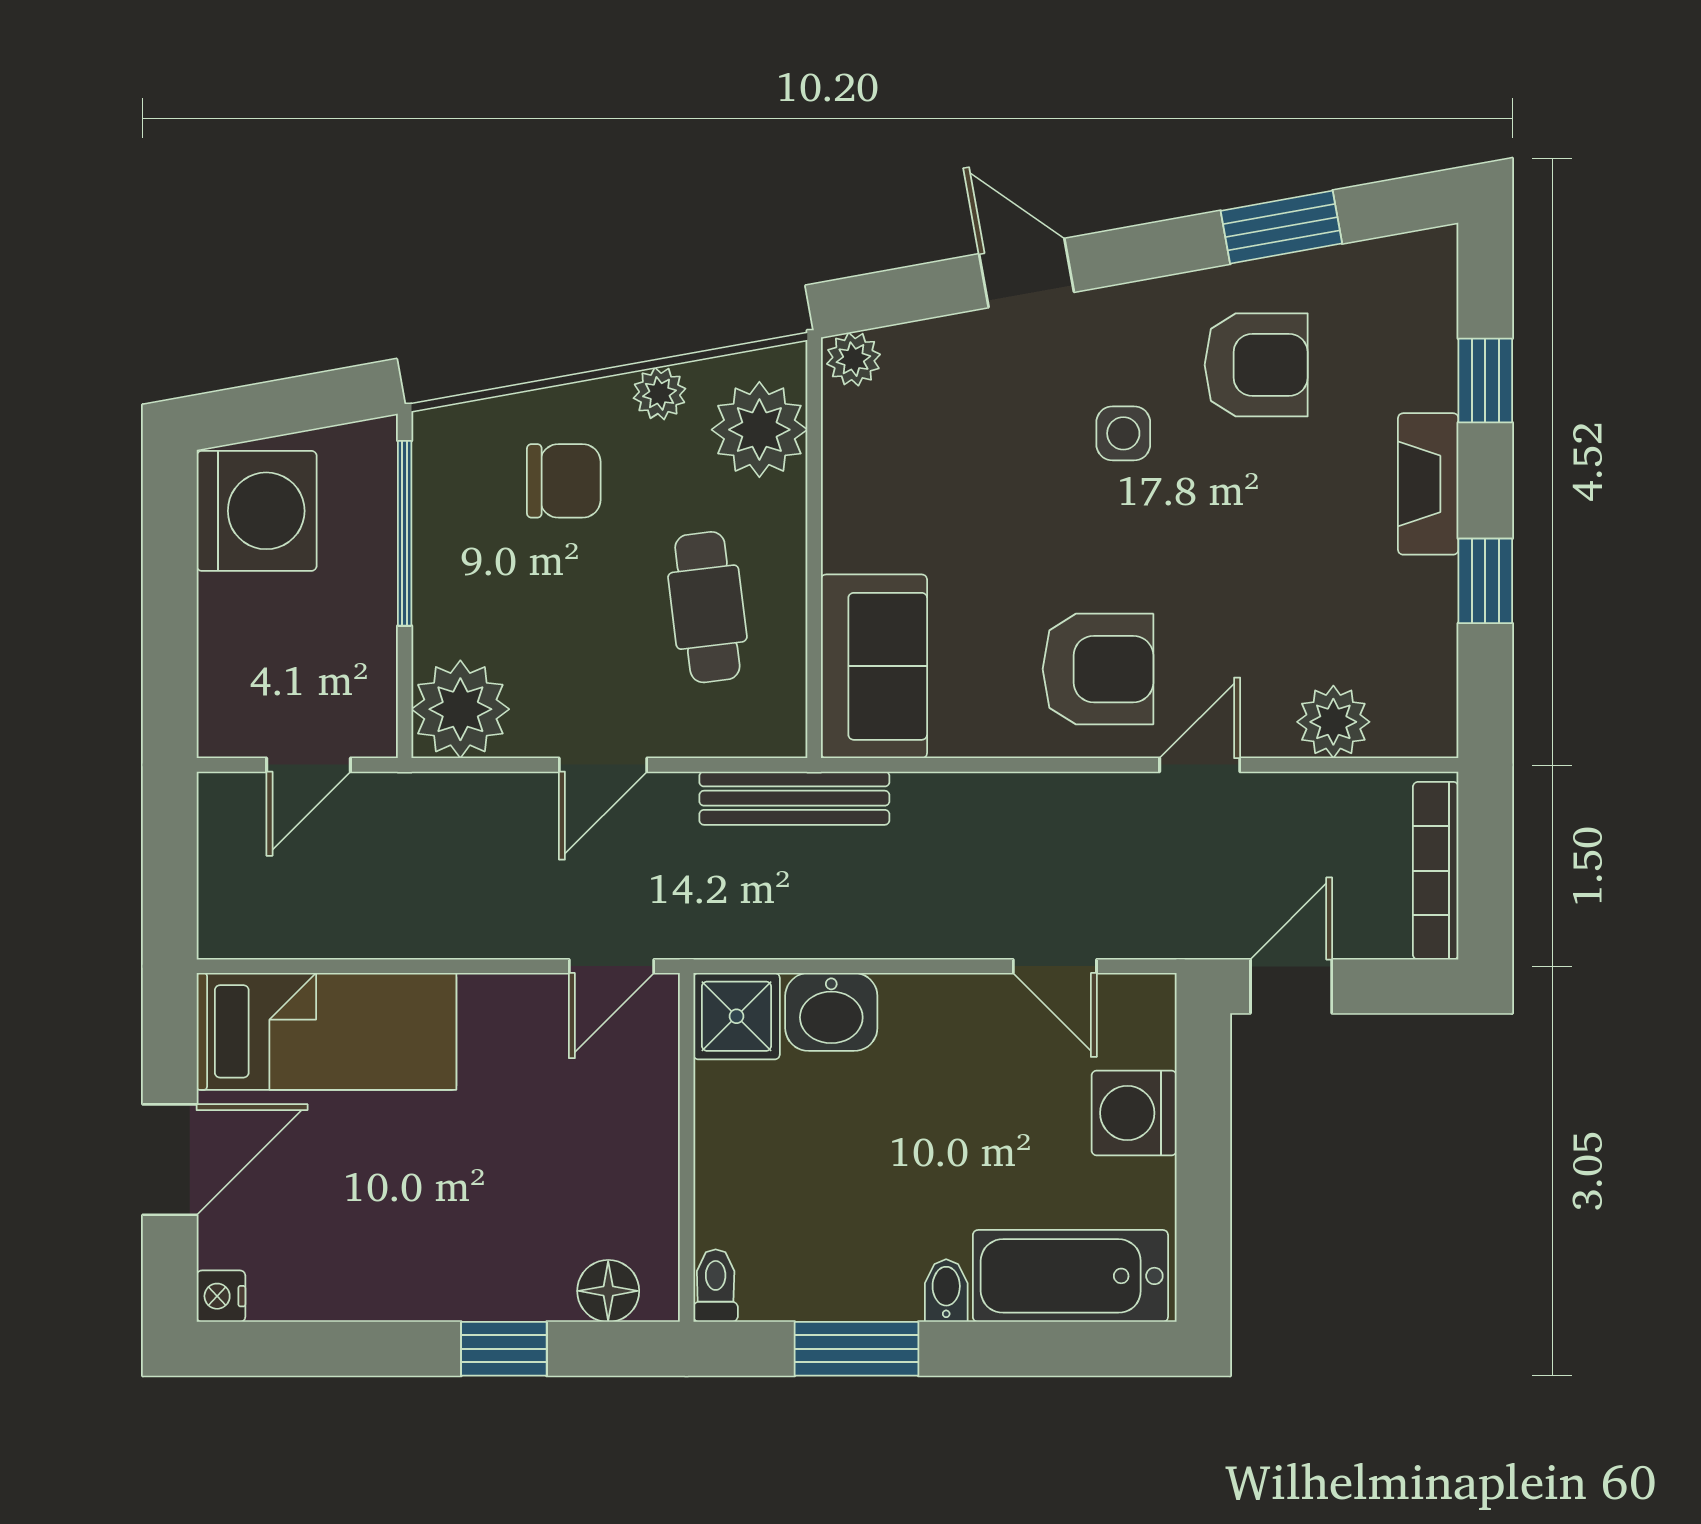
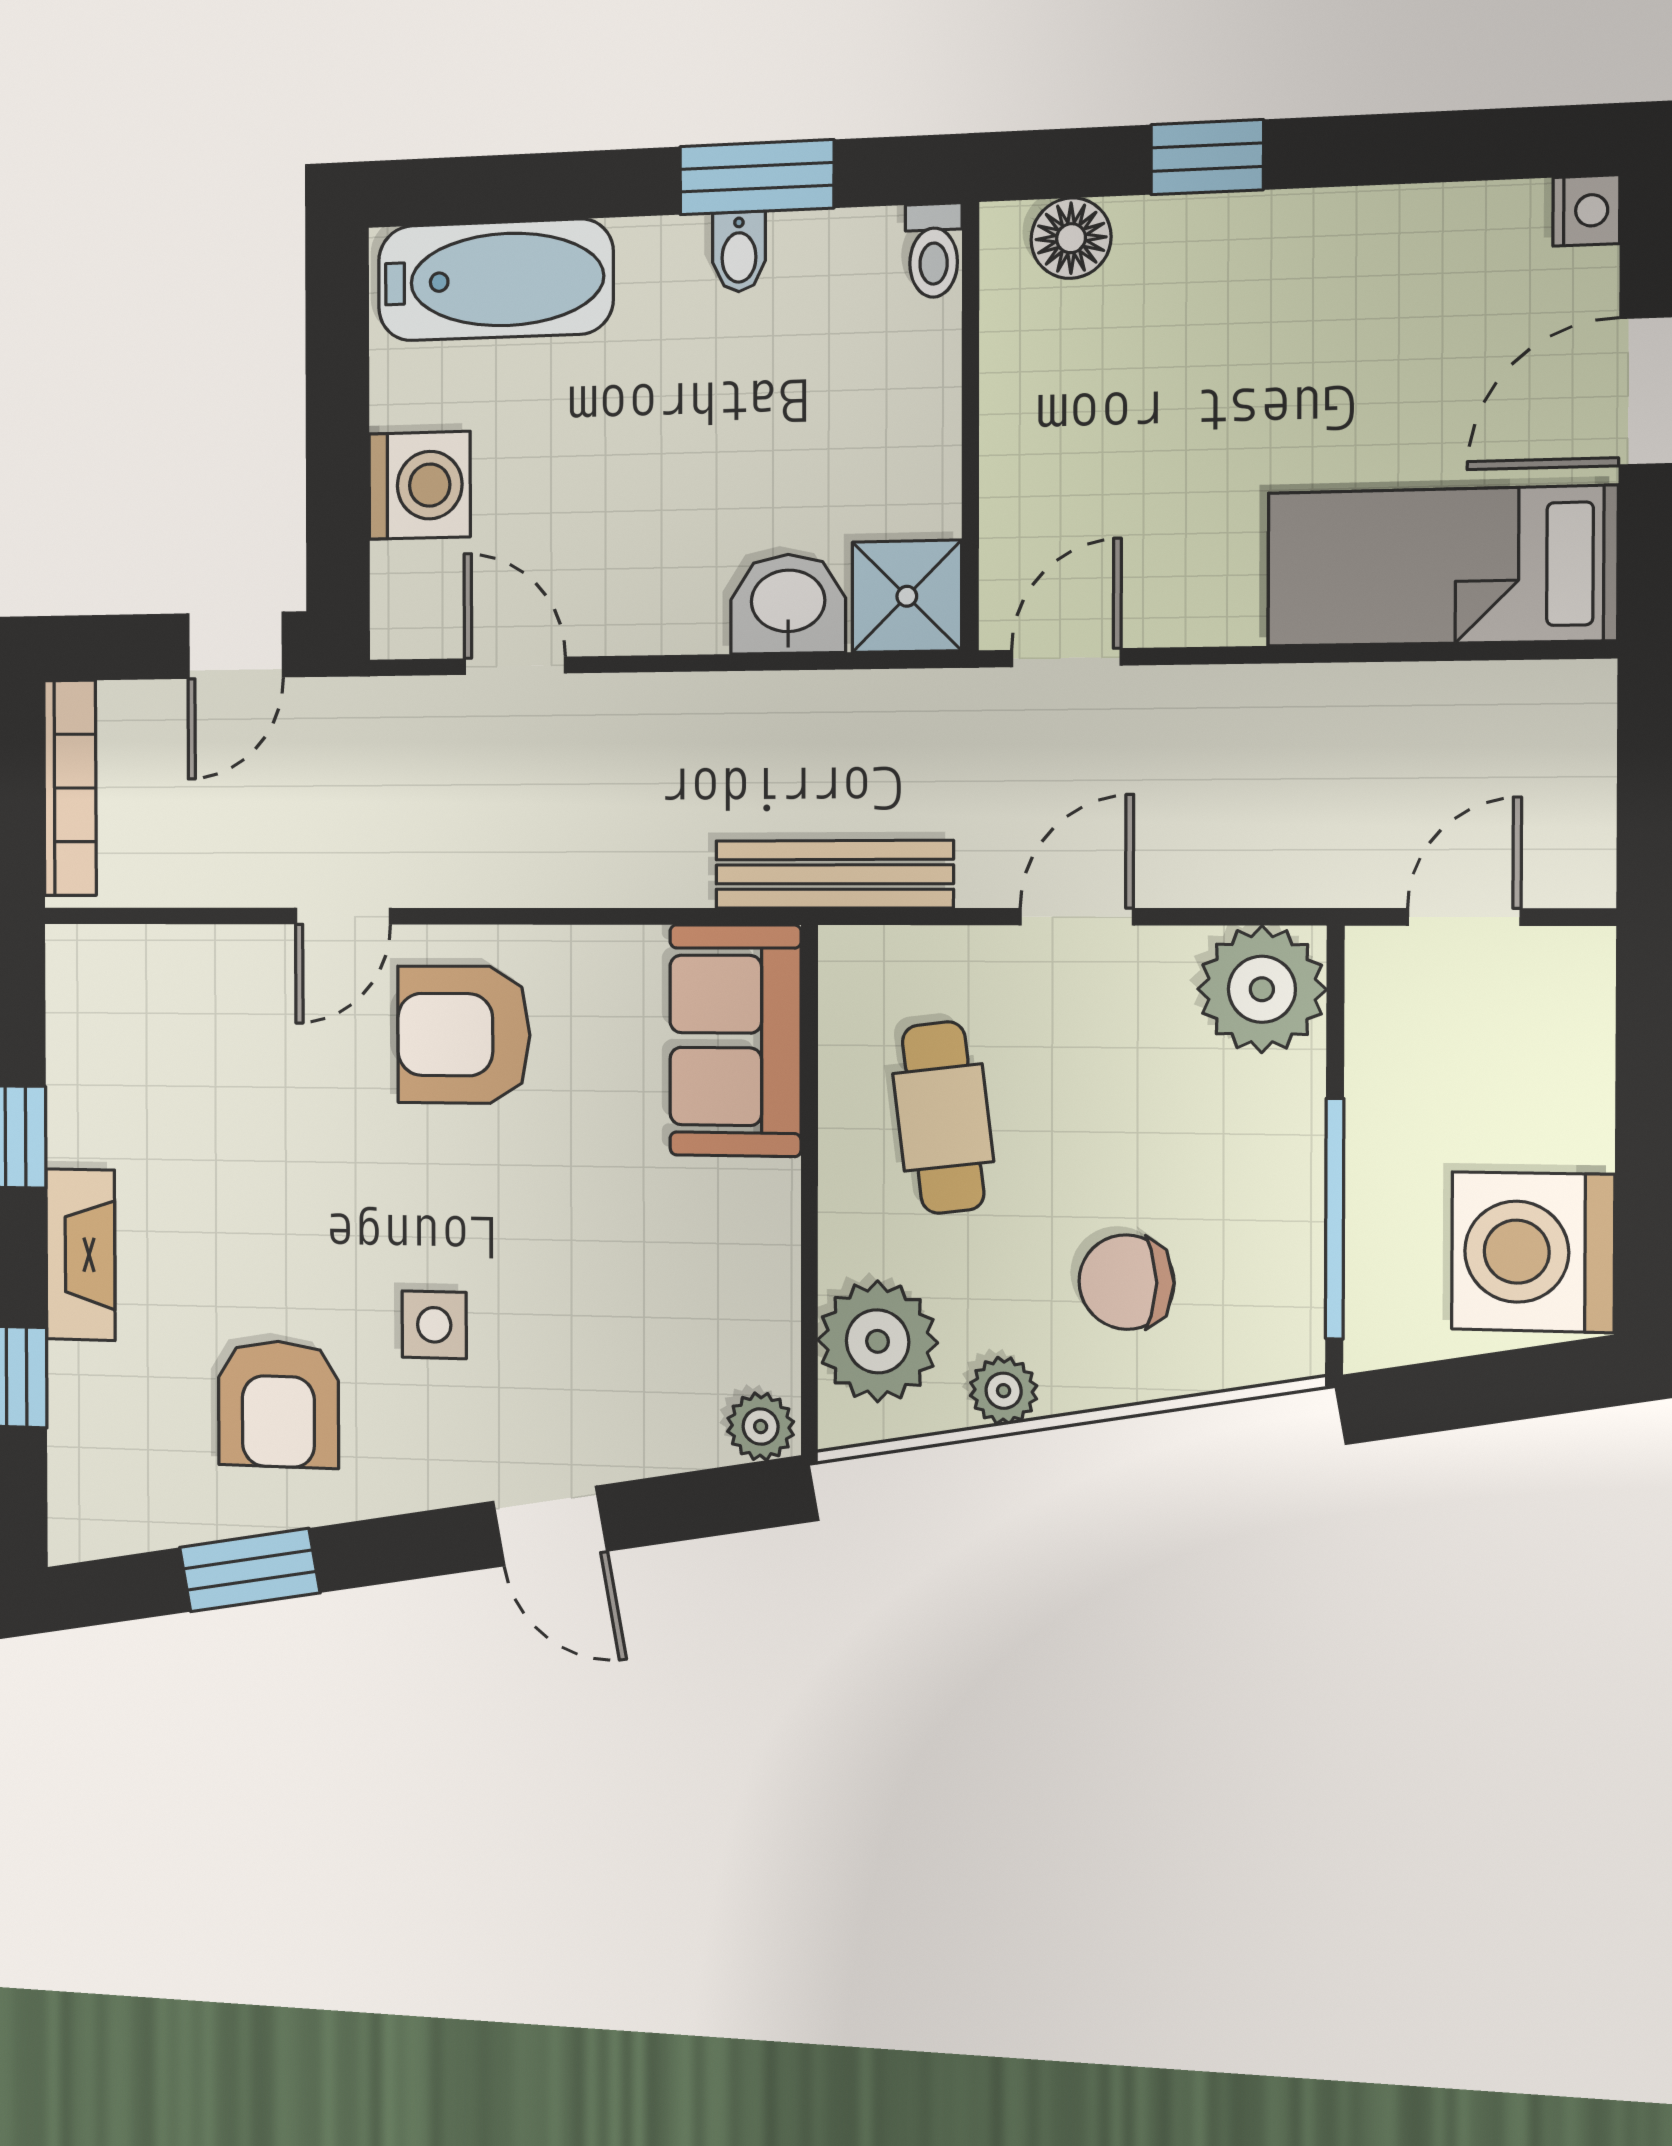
armchair: (1256, 365) -> (278, 1404), turned -90
plant: (1333, 722) -> (188, 968), removed
bidet: (946, 1291) -> (739, 252), moved

